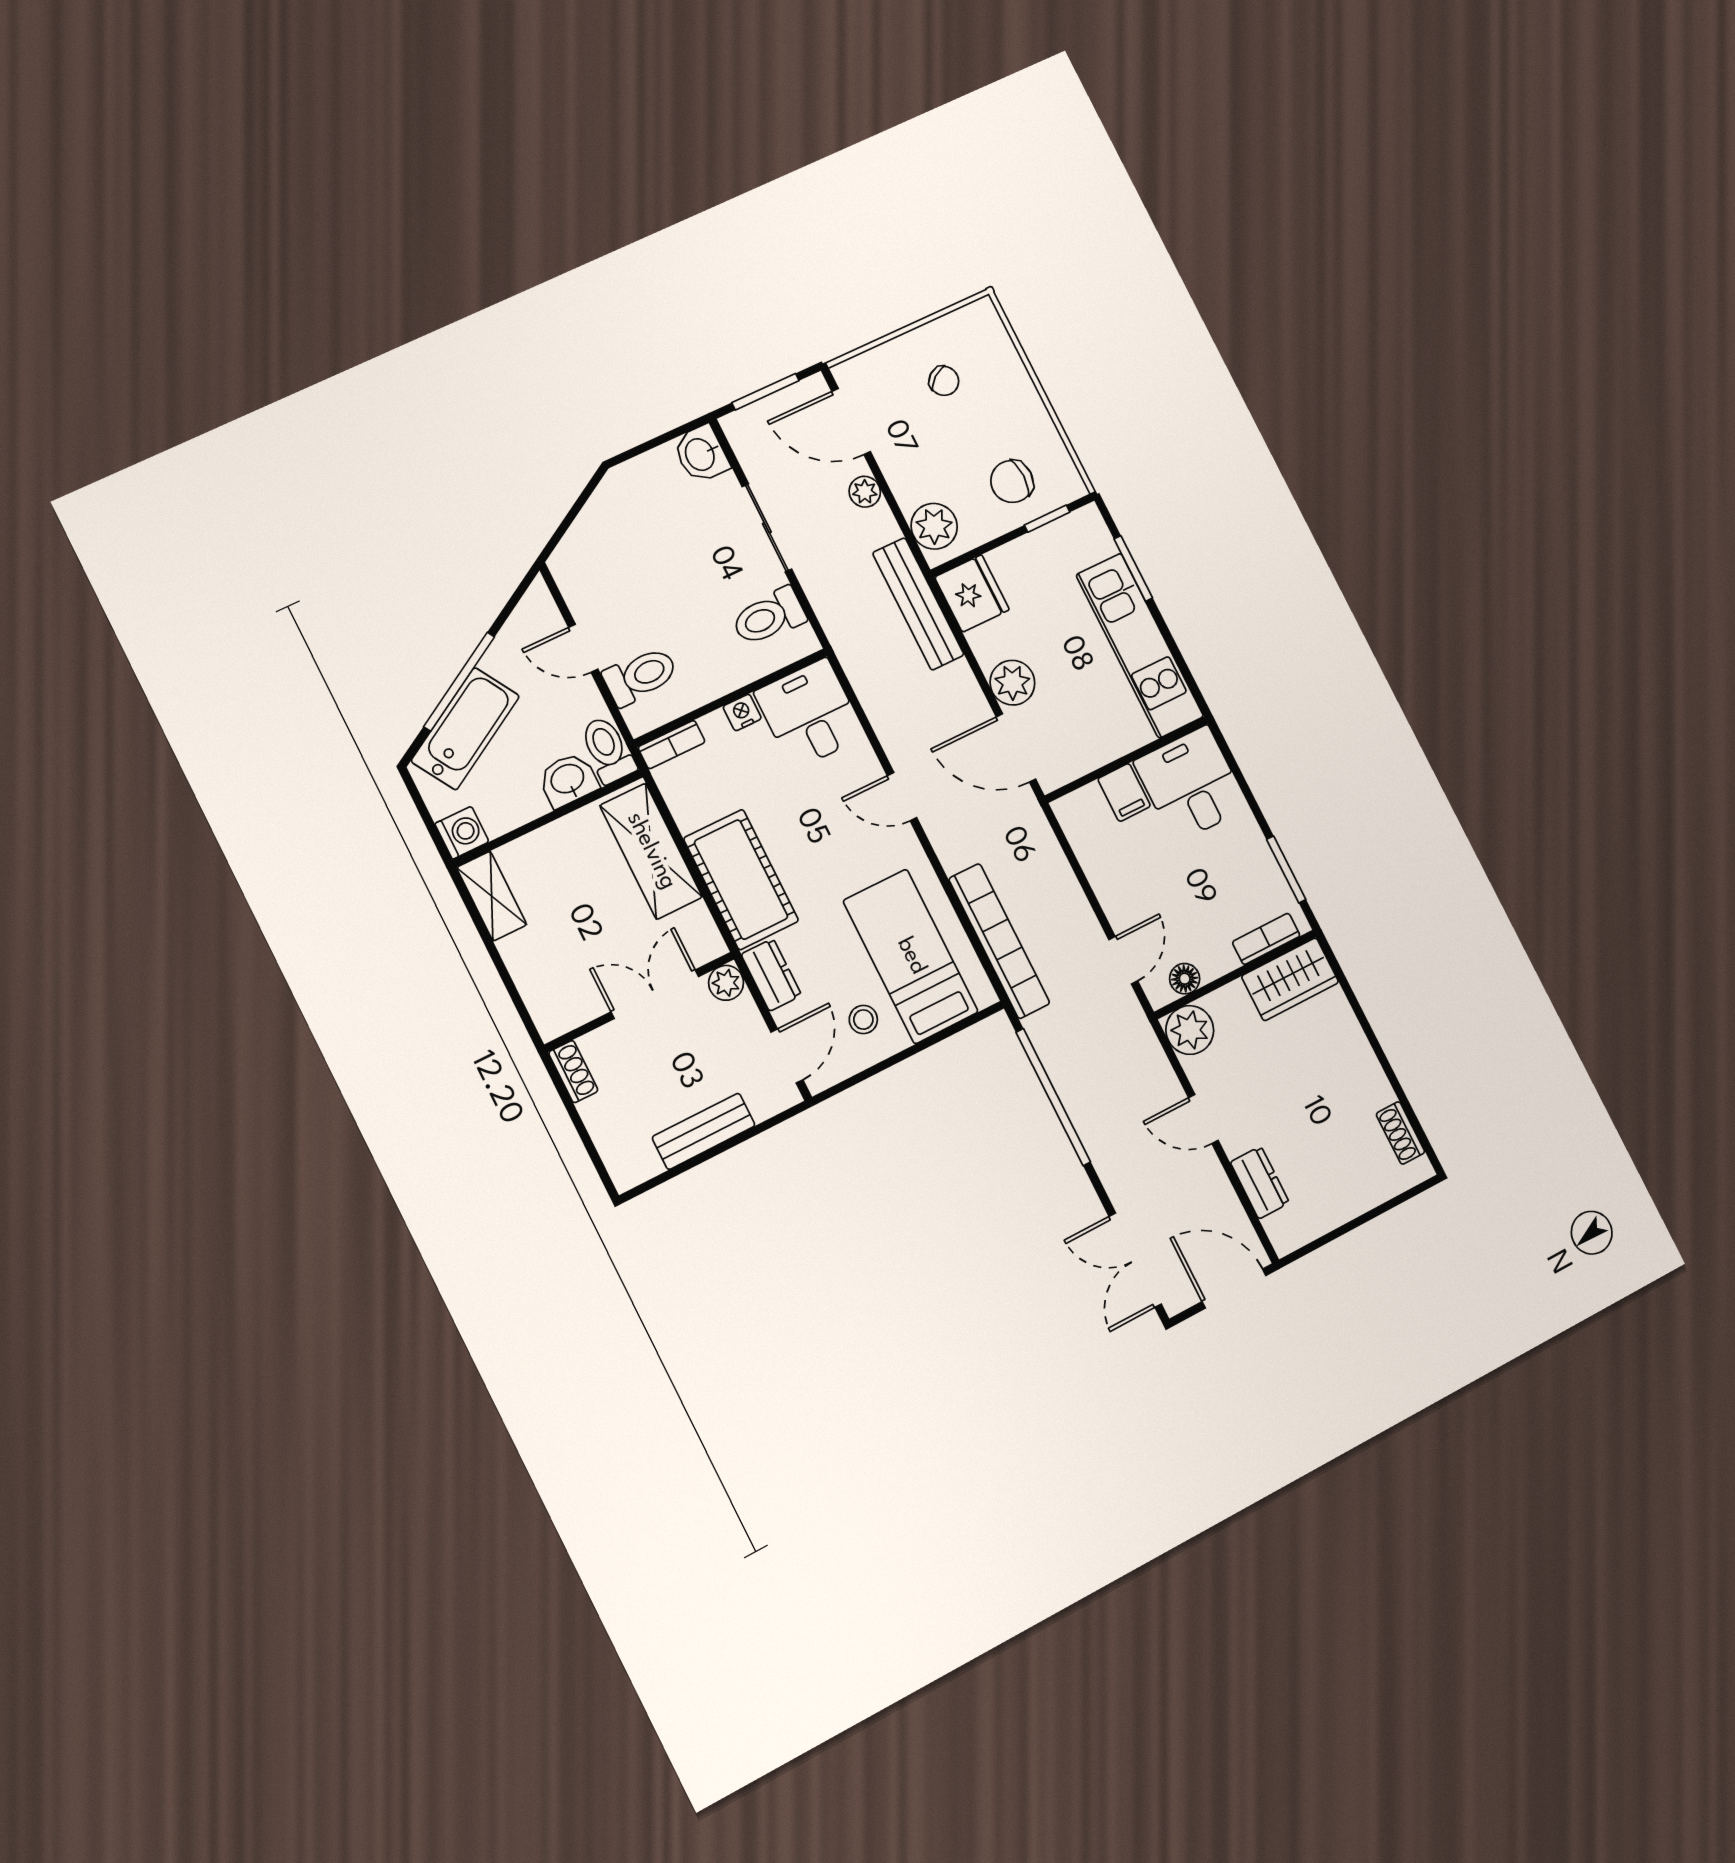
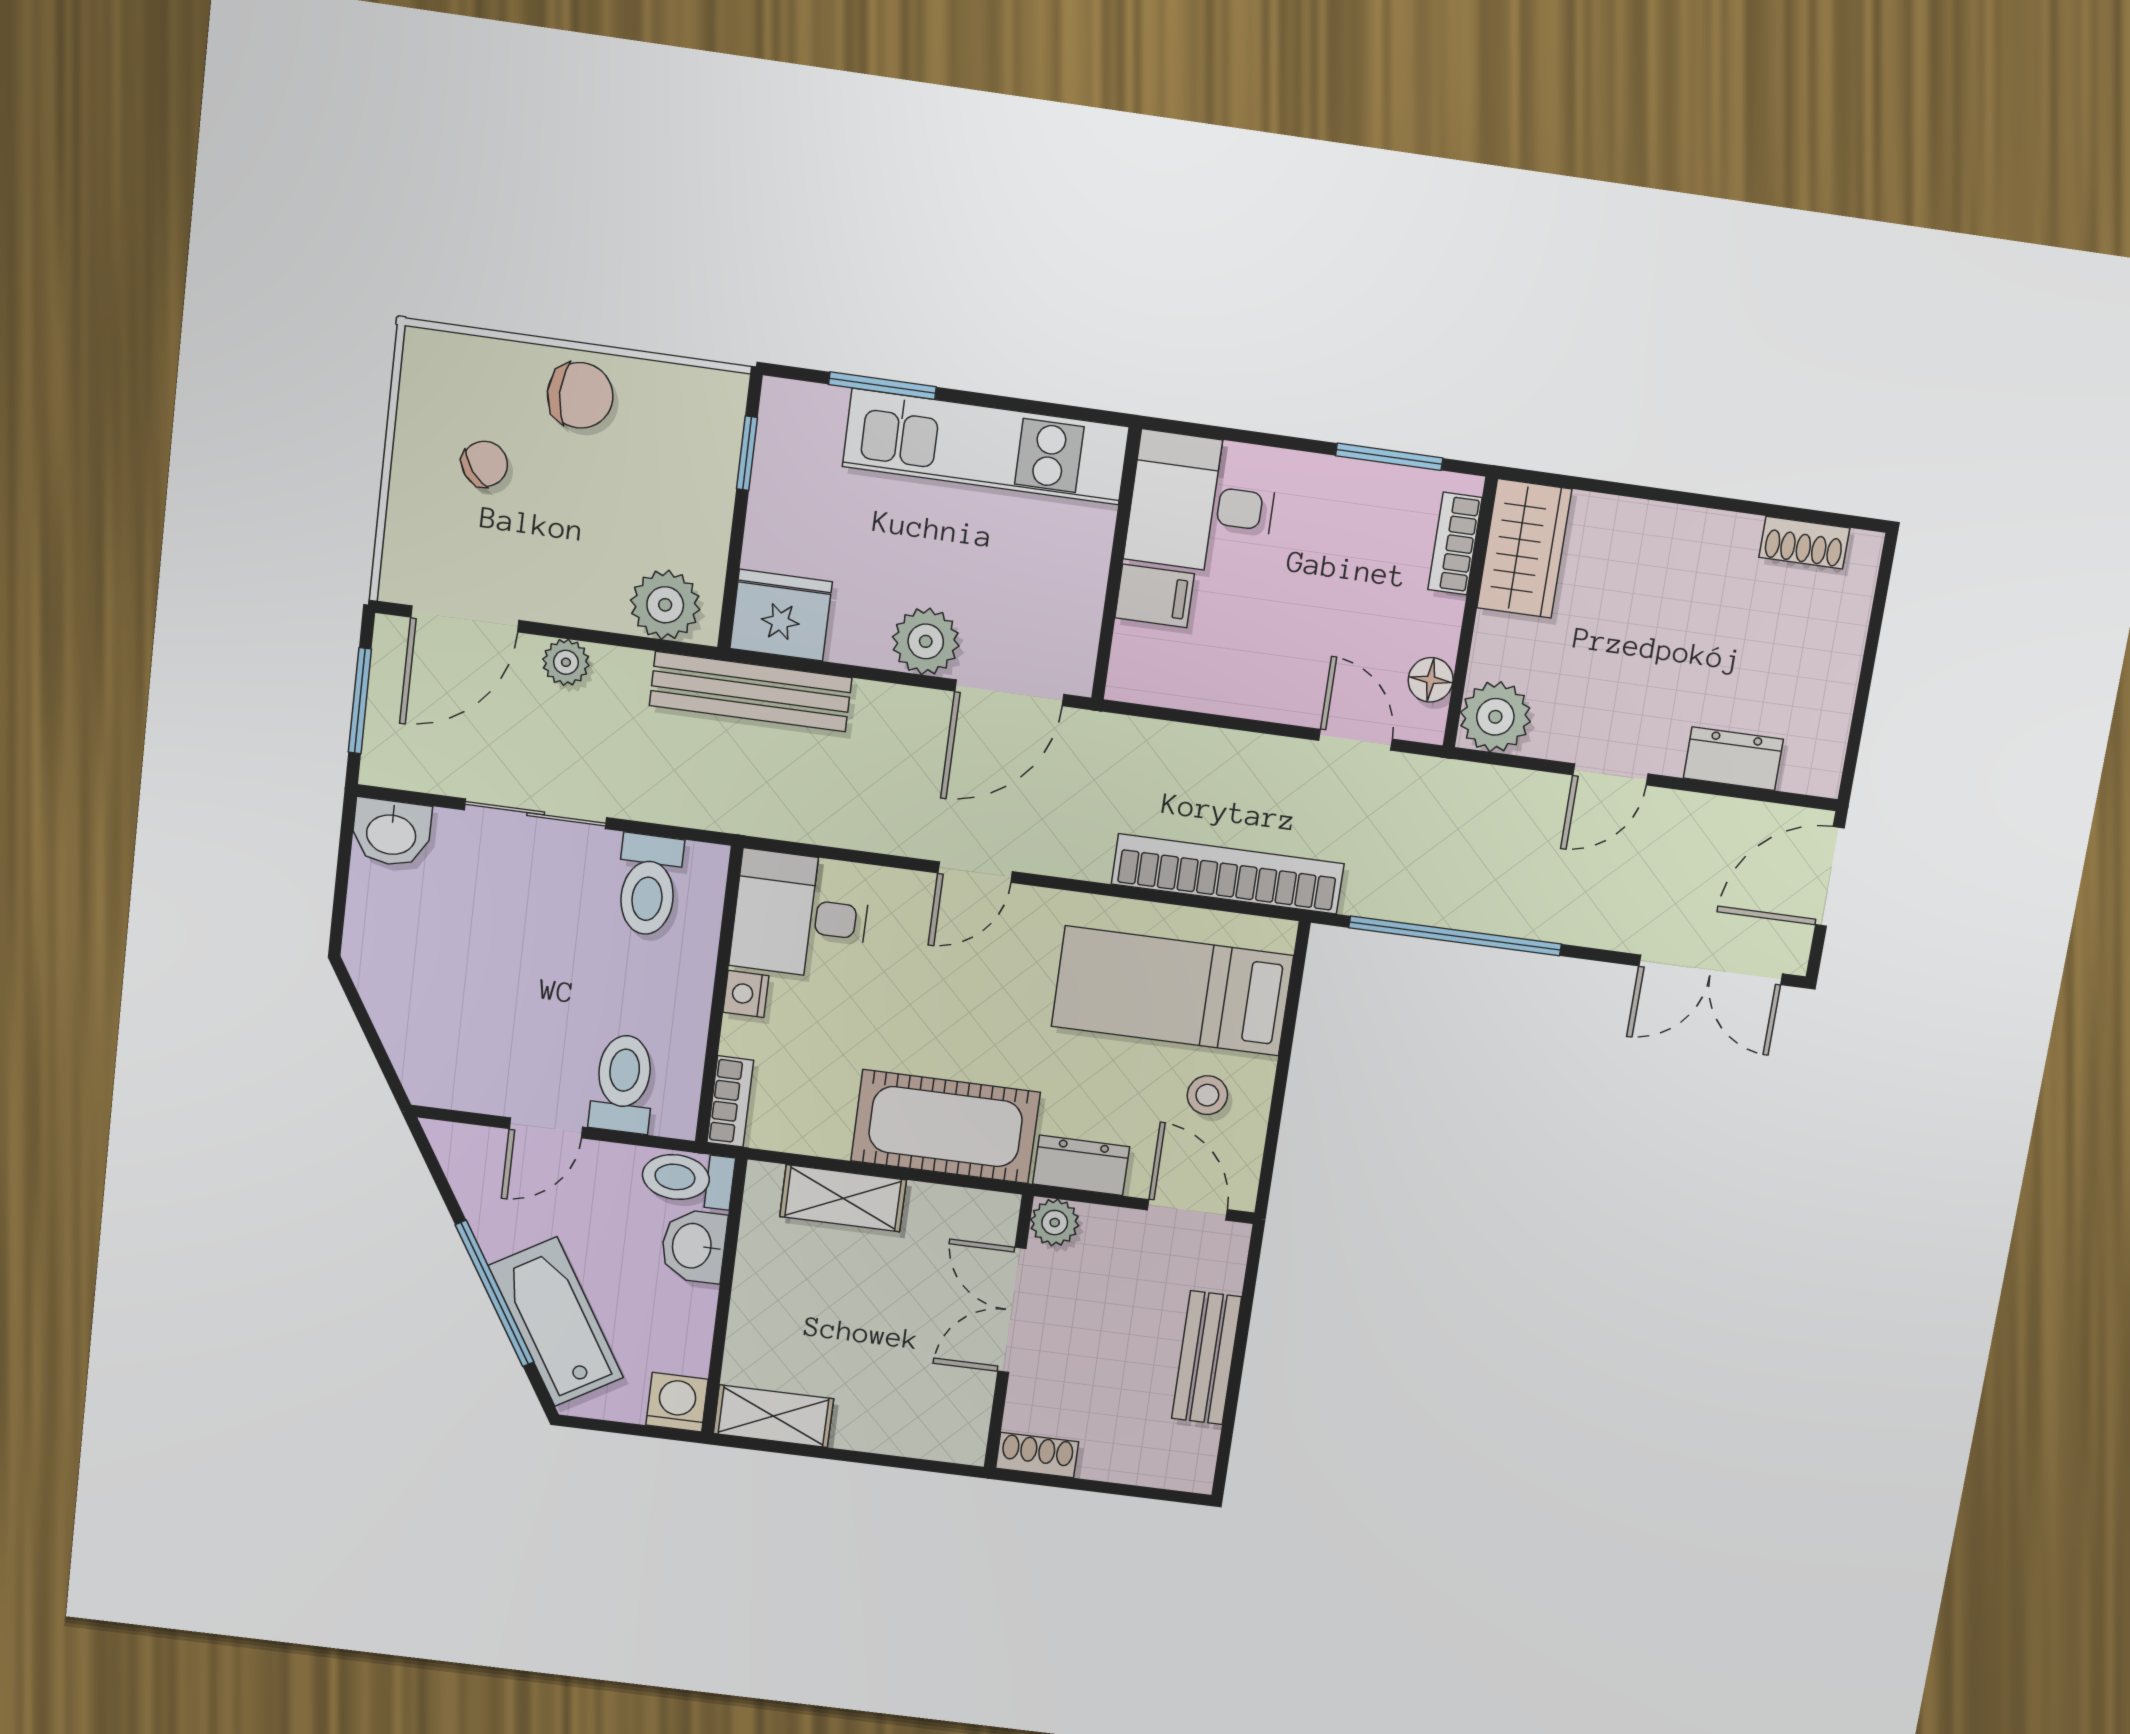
chair: (1012, 482) -> (580, 395), moved, turned -90
shelving: (651, 851) -> (843, 1198), width x0.67, depth x0.75

